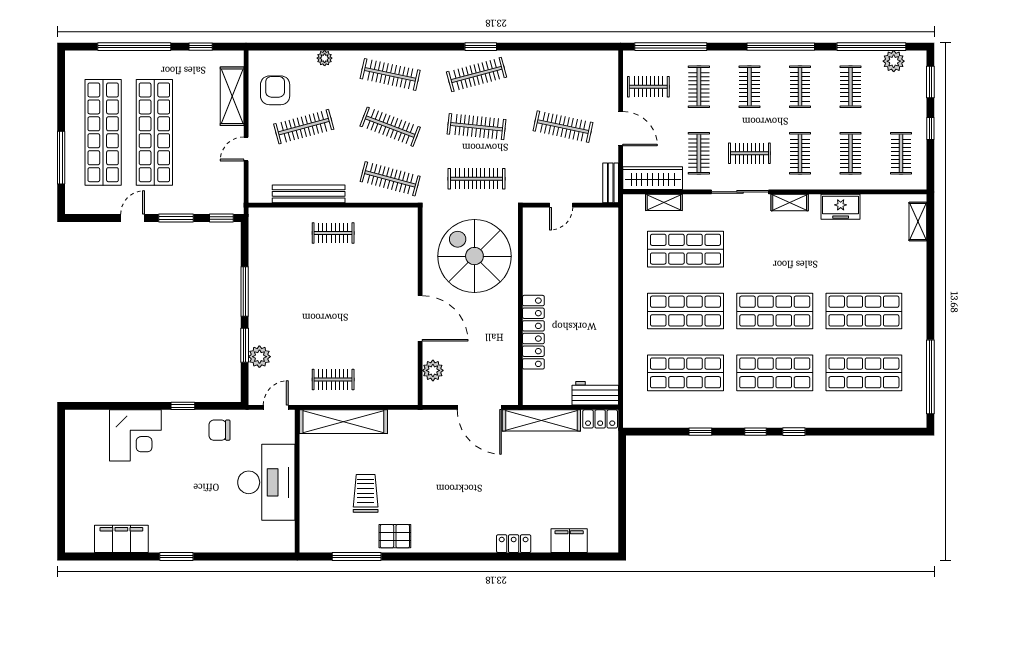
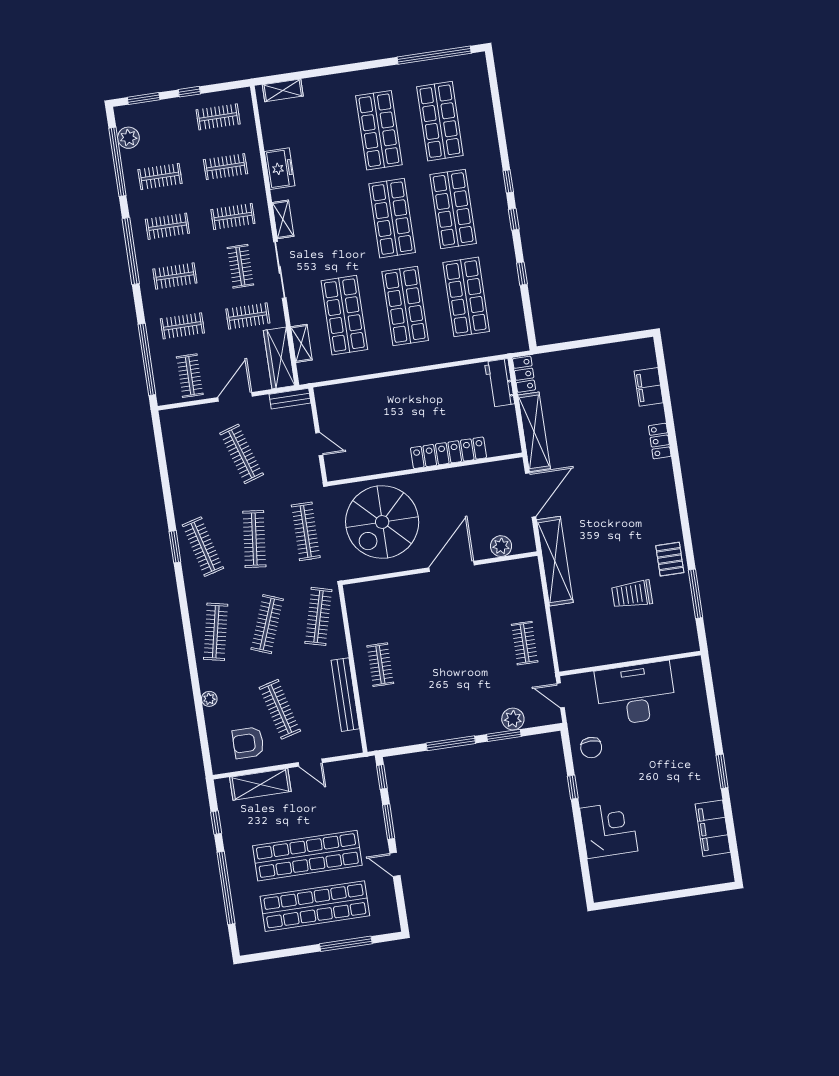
clothes rail: (563, 127) -> (242, 454), turned -30
shelving: (343, 422) -> (555, 561), moved

